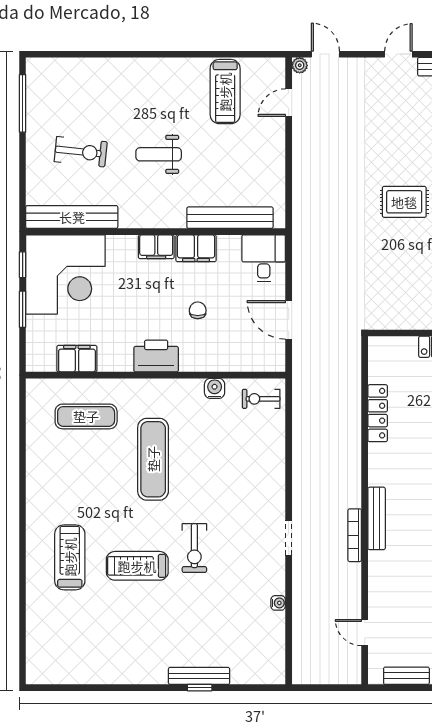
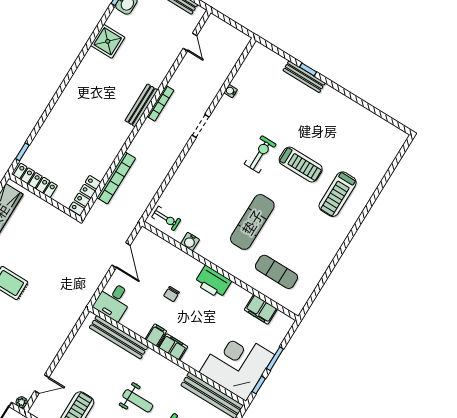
filing cabinet: (196, 248) -> (156, 335), width x0.50
bookcase: (353, 411) -> (116, 178), added
locker: (378, 413) -> (85, 195), moved

